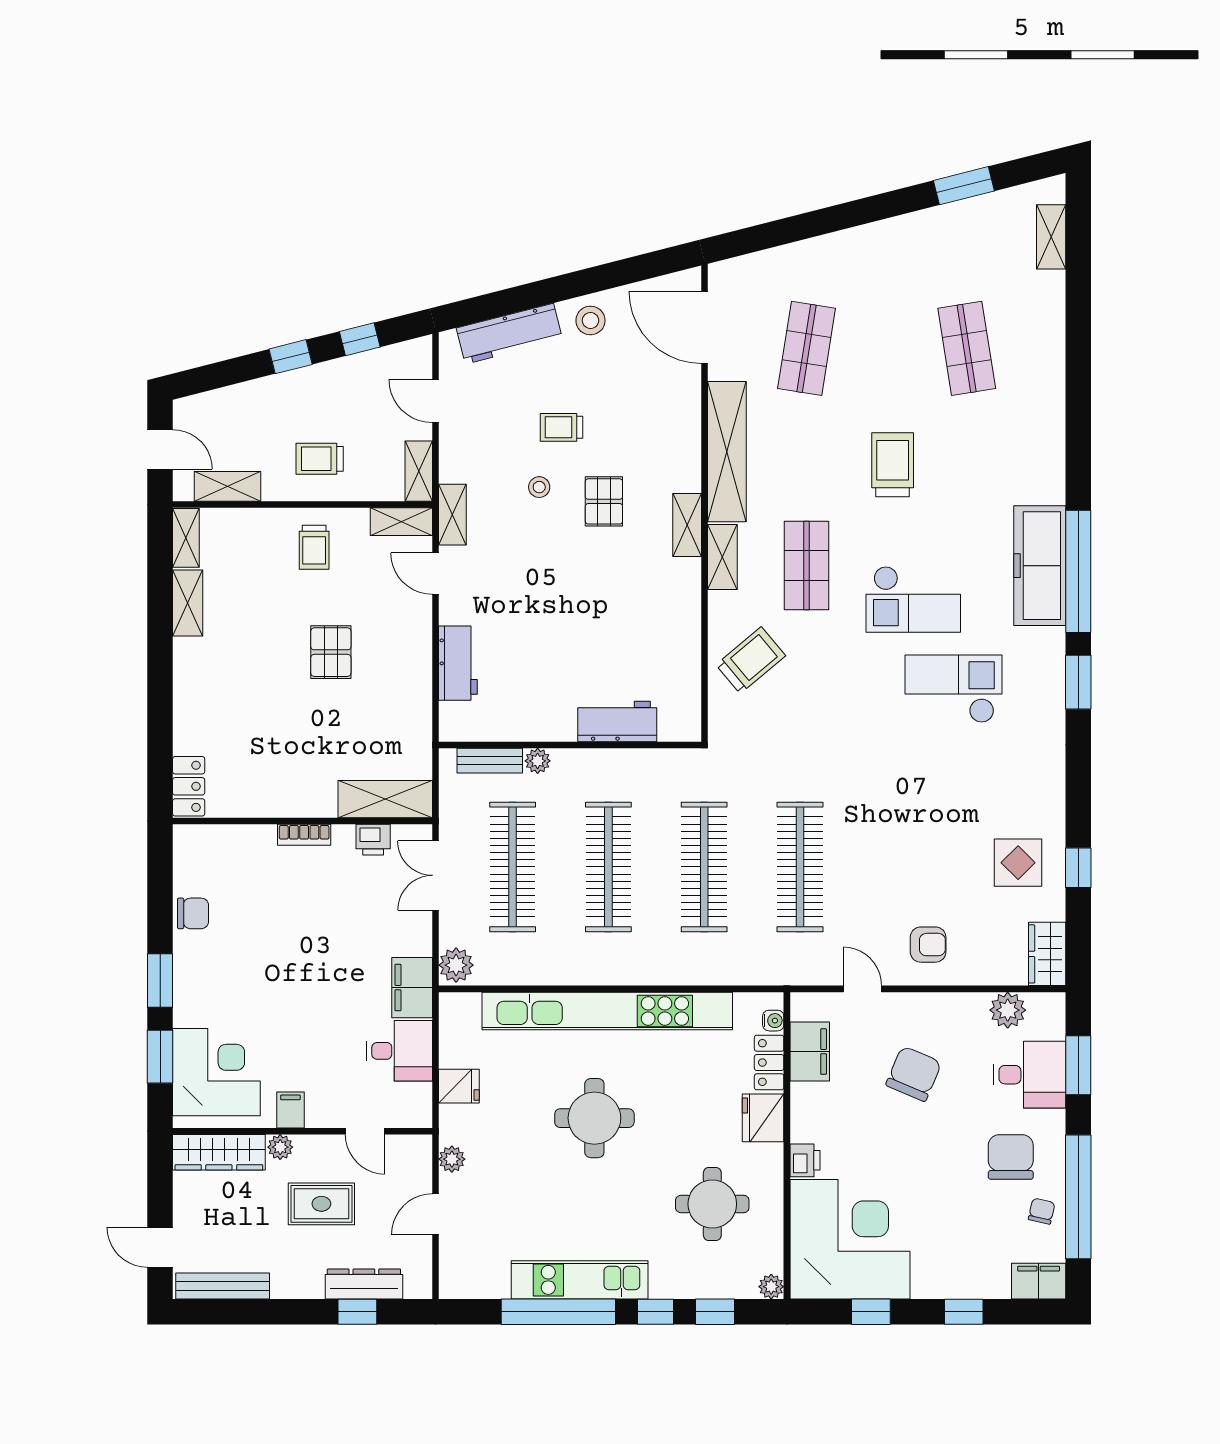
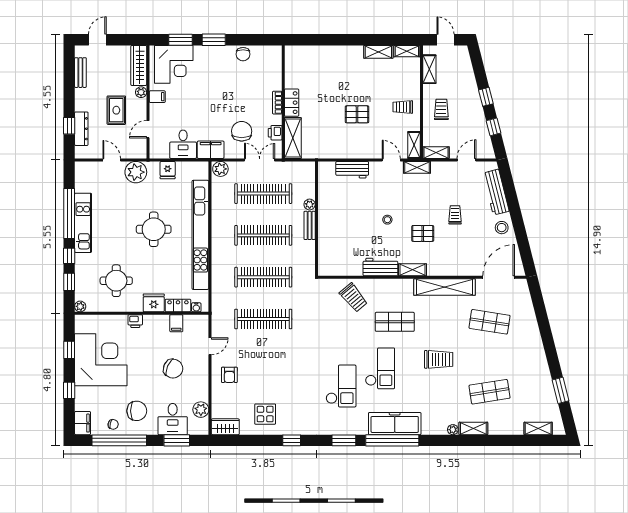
plant: (1054, 432) -> (453, 430), added
door: (160, 449) -> (445, 40), swing flipped
stool: (539, 487) -> (387, 220), moved
shelving: (722, 557) -> (473, 428), moved
door: (435, 574) -> (391, 160), hinge flipped
checkout: (913, 599) -> (380, 368), turned 180
workbench: (617, 722) -> (380, 267), moved, turned -90
bench: (490, 761) -> (310, 225), moved
locker: (189, 786) -> (292, 103), moved, turned -90
window: (1078, 868) -> (292, 440), moved
chair: (370, 916) -> (242, 131), added
filing cabinet: (810, 1052) -> (176, 323), width x0.50
plant: (452, 1159) -> (136, 172), width x1.88, depth x1.88
corner desk: (850, 1239) -> (101, 360), moved, turned -90
bench: (223, 1286) -> (80, 73), width x0.73

